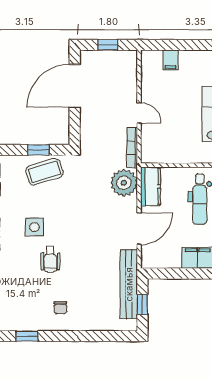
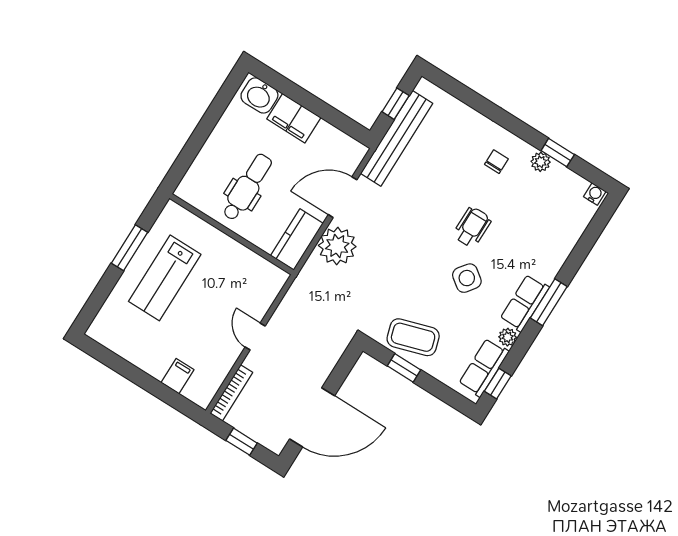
bookcase: (132, 148) -> (231, 393), moved
plant: (124, 183) -> (337, 246), moved
side table: (34, 227) -> (467, 278), turned 37
plant: (34, 324) -> (541, 162), added

